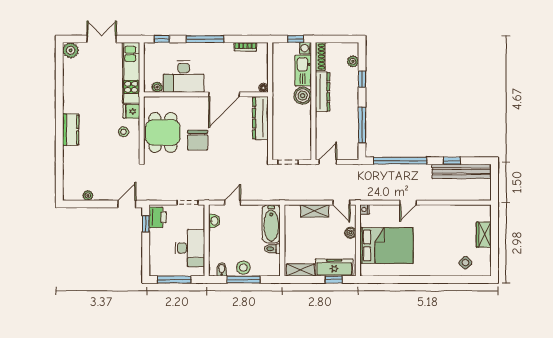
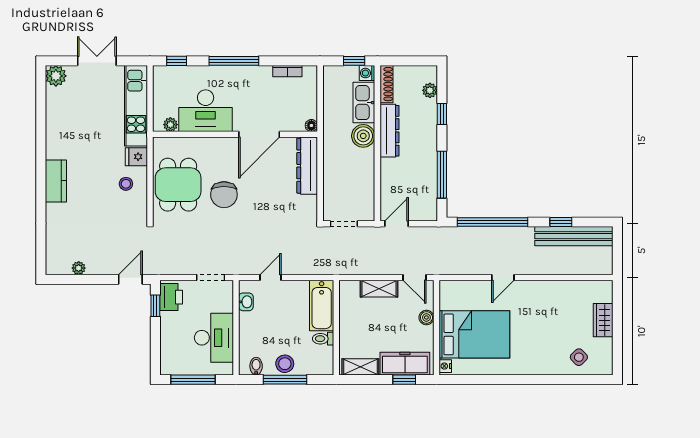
nightstand: (365, 209) -> (445, 366), moved

